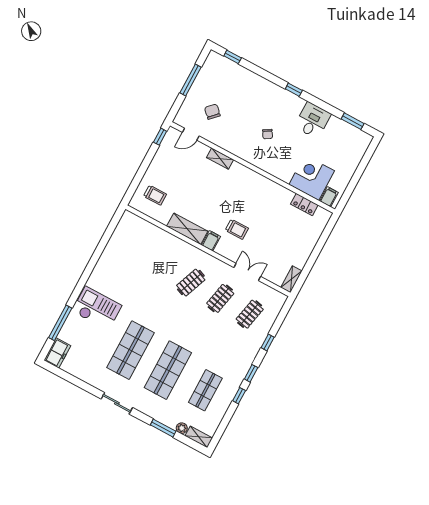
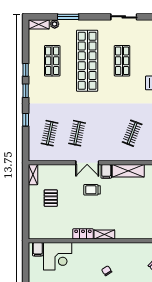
shelving: (220, 159) -> (104, 234), moved
locker: (304, 205) -> (83, 234), moved
pallet: (286, 244) -> (51, 198), added
double door: (247, 272) -> (87, 163), moved
clothes rail: (191, 283) -> (132, 133), moved
shop shelf: (131, 350) -> (122, 61), width x0.70, depth x0.74
shop shelf: (168, 370) -> (87, 61), width x1.40
sliding door: (117, 403) -> (124, 17), moved

